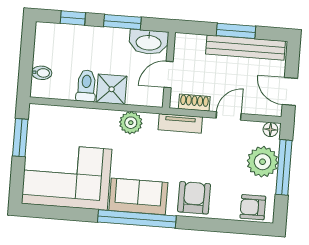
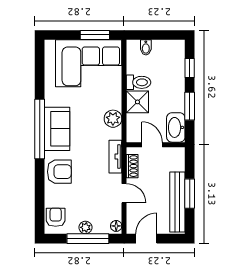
plant: (263, 162) -> (85, 227), width x0.53, depth x0.53
corner sofa: (67, 176) -> (89, 63), moved, turned 90

